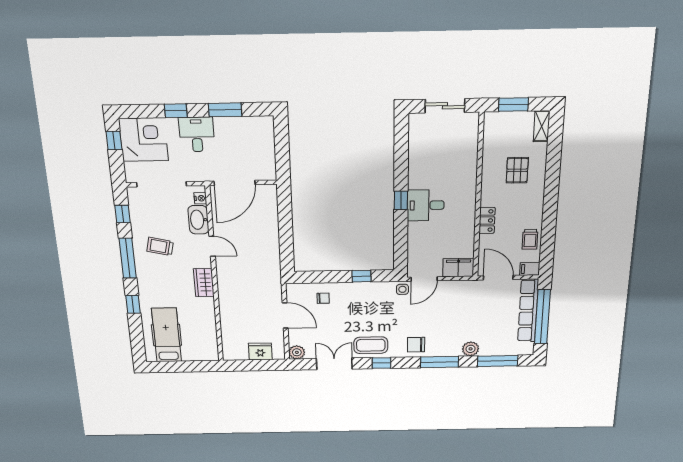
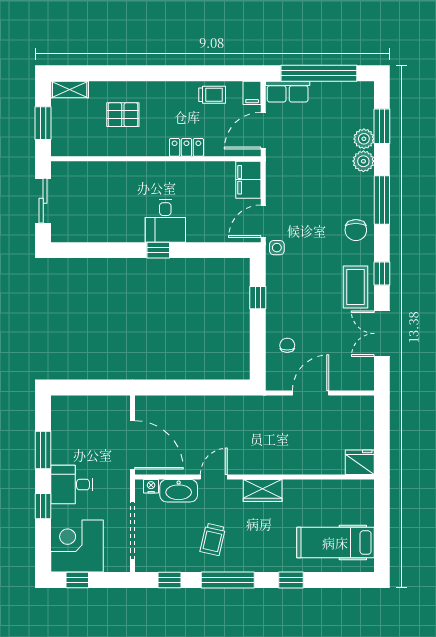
door: (424, 279) -> (263, 221), swing flipped
row of seats: (528, 311) -> (288, 92), width x0.50
fridge: (260, 351) -> (360, 462), moved, turned 90
plant: (297, 352) -> (364, 139), moved
window: (498, 361) -> (382, 126), width x0.69

